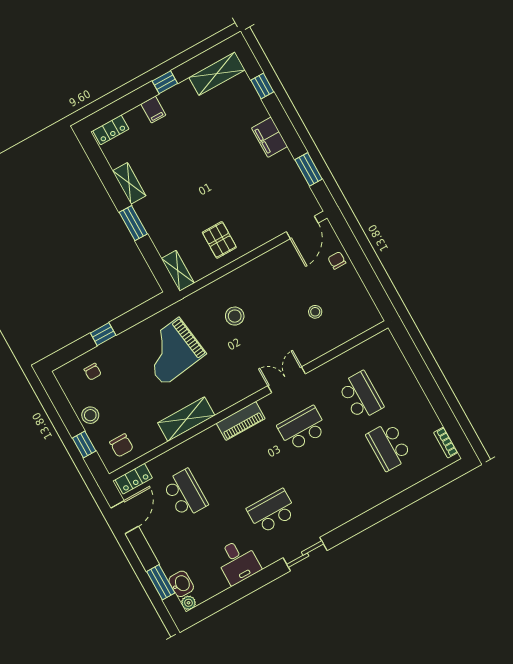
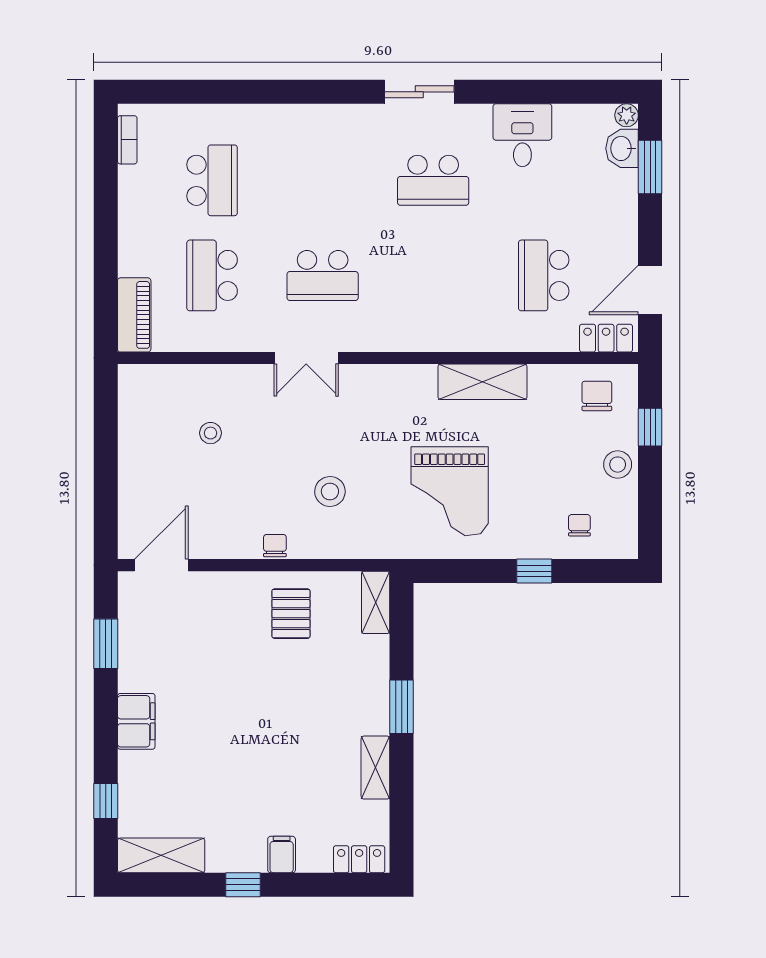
chair: (337, 260) -> (275, 546), moved, turned 180
grand piano: (171, 351) -> (450, 491), turned 98
piano: (241, 421) -> (134, 315), moved, turned 90

